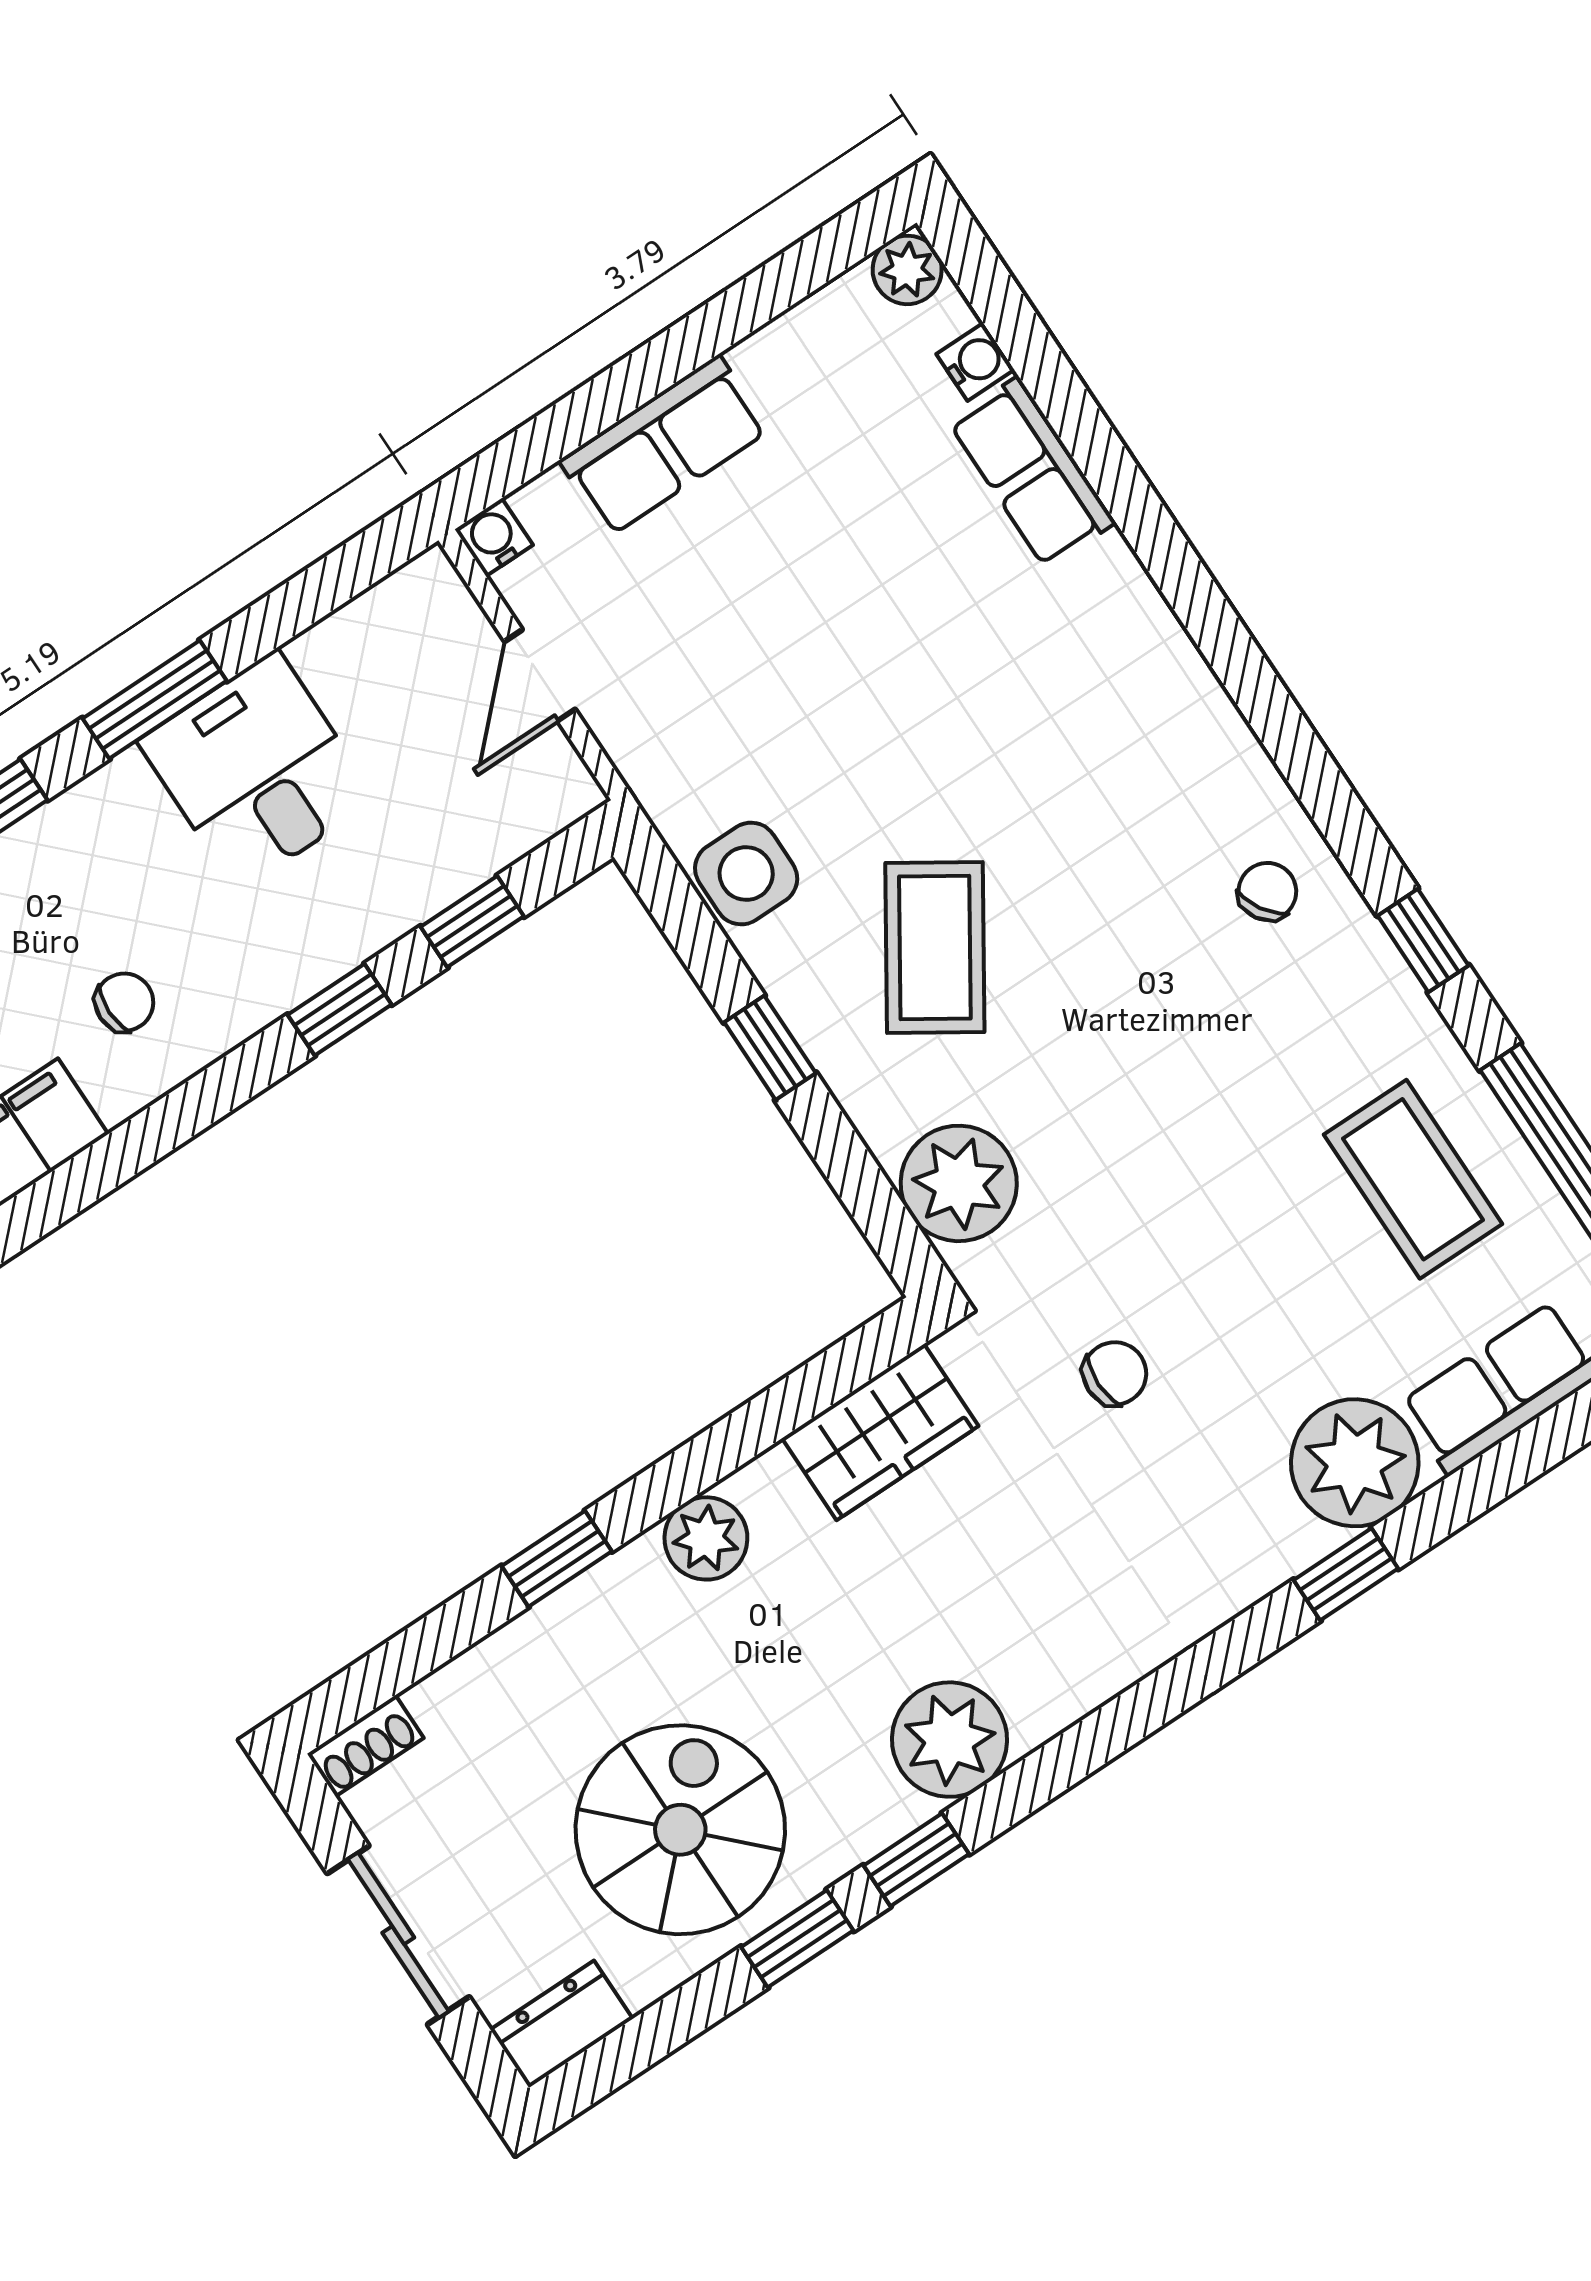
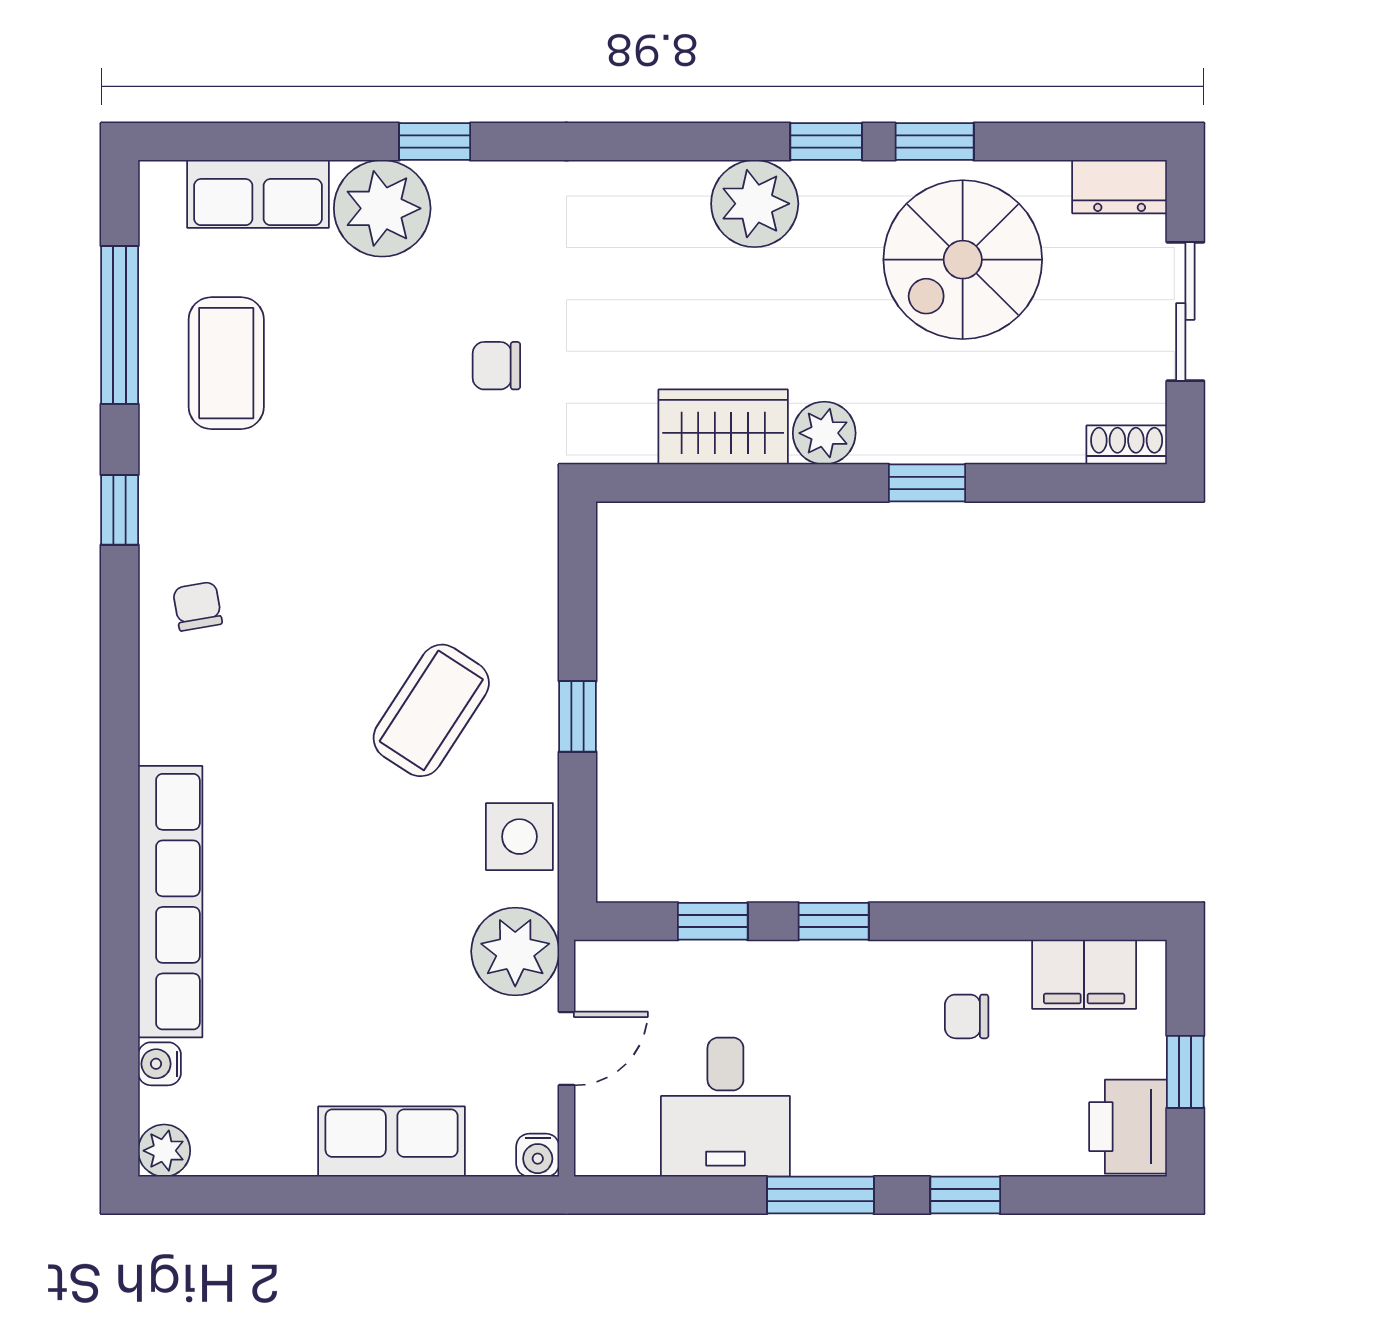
row of seats: (1032, 472) -> (170, 902), width x2.02
desk: (257, 770) -> (725, 1107), moved
chair: (1267, 891) -> (197, 606), turned 112
plant: (959, 1183) -> (515, 951), moved
wardrobe: (880, 1432) -> (723, 427), moved

